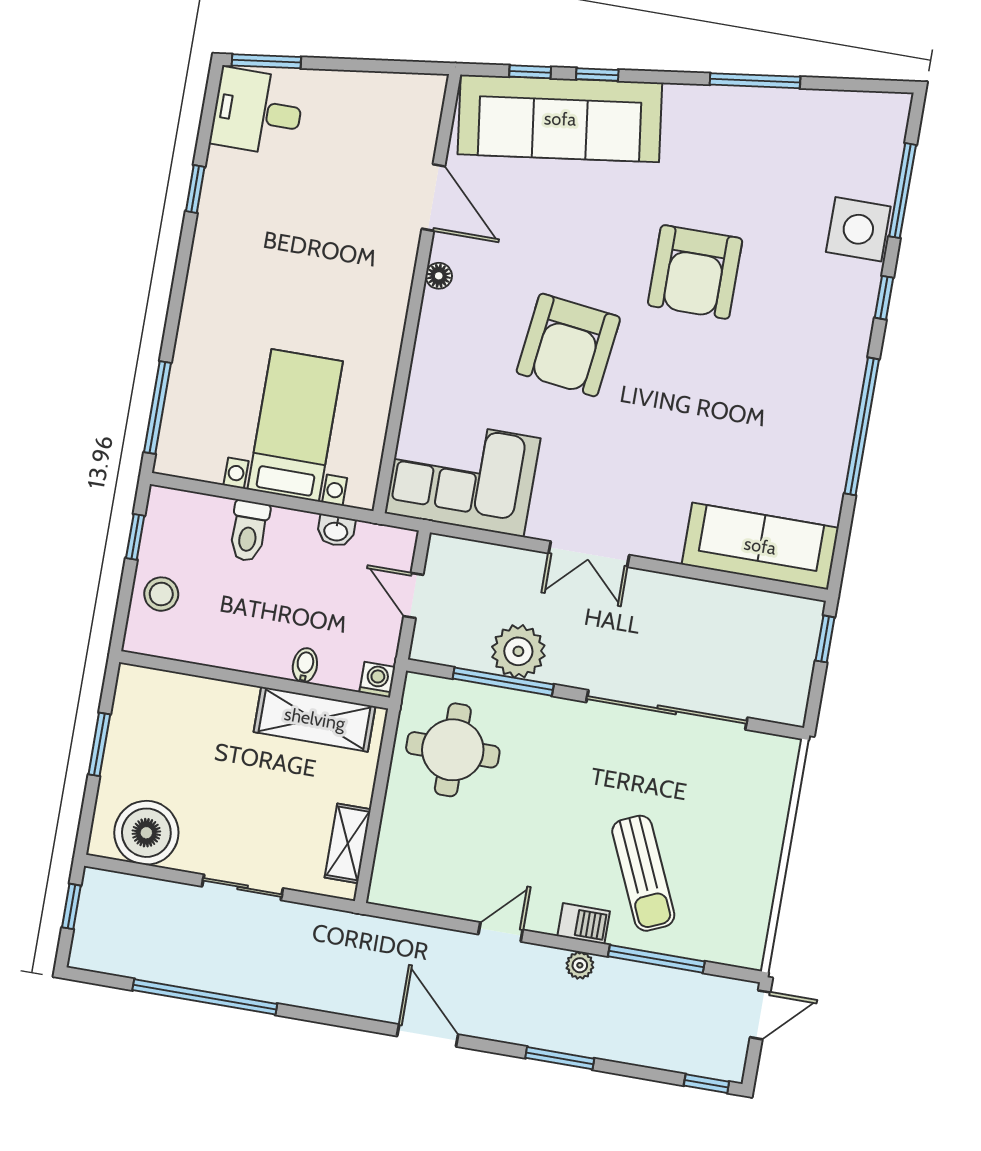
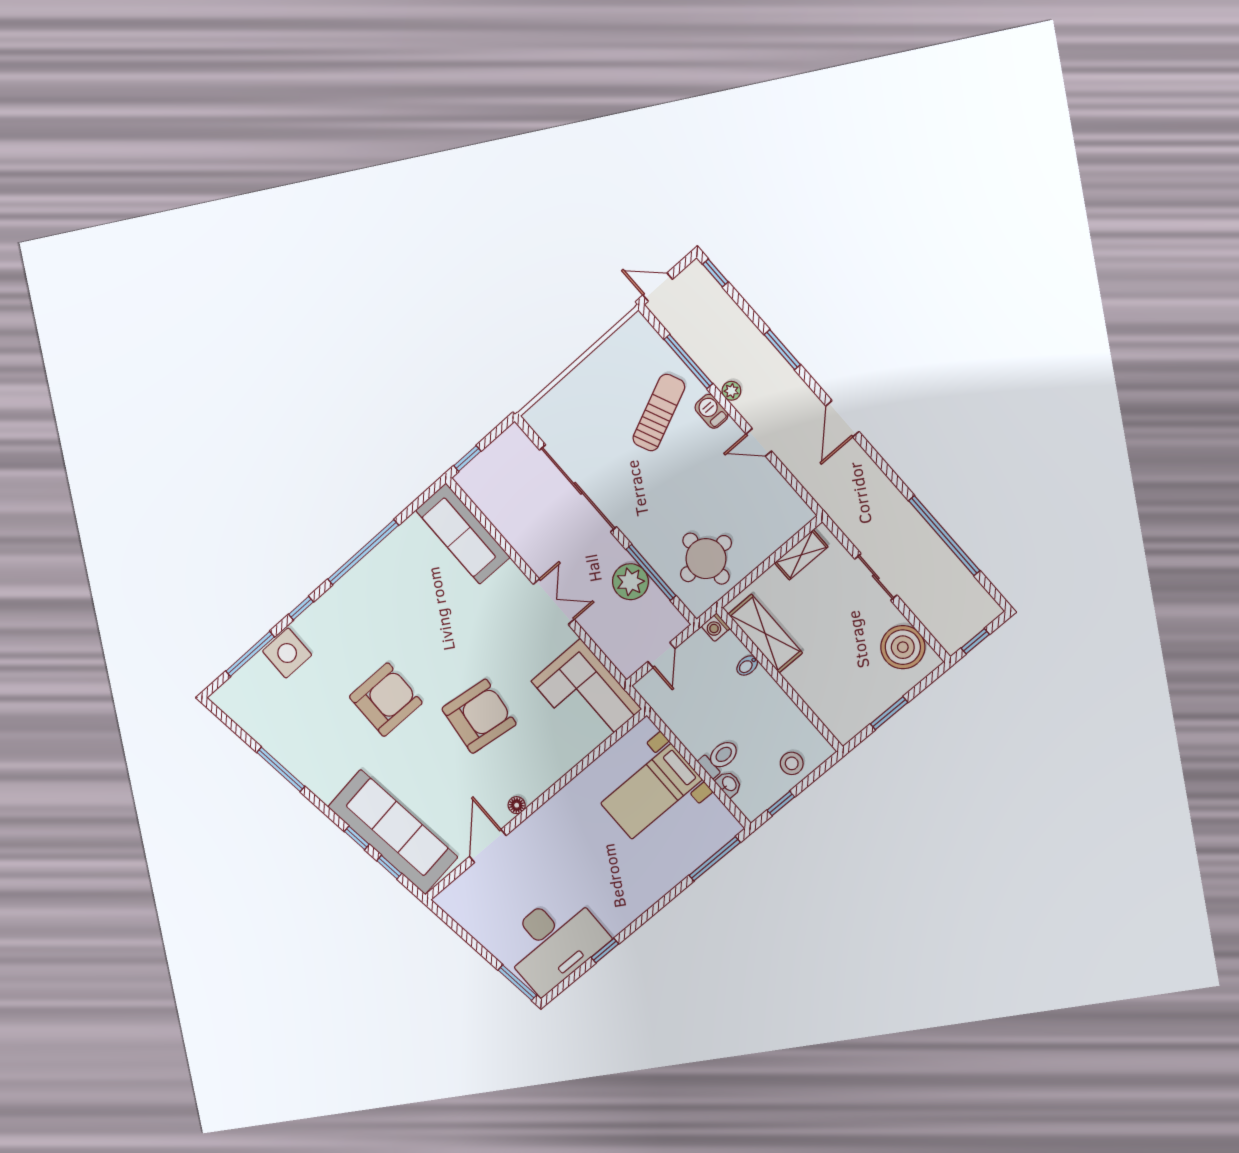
desk: (257, 112) -> (553, 942), width x1.87, depth x1.30
washbasin: (336, 531) -> (729, 784), moved

